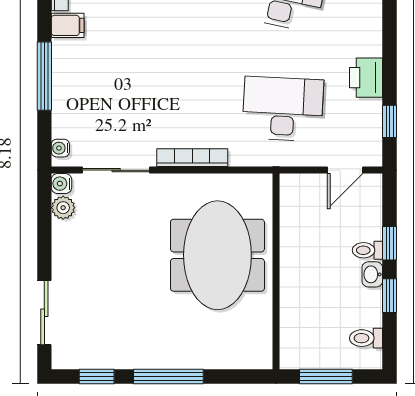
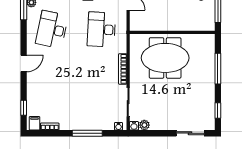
filing cabinet: (68, 25) -> (65, 123), removed
window: (168, 376) -> (218, 69), moved

